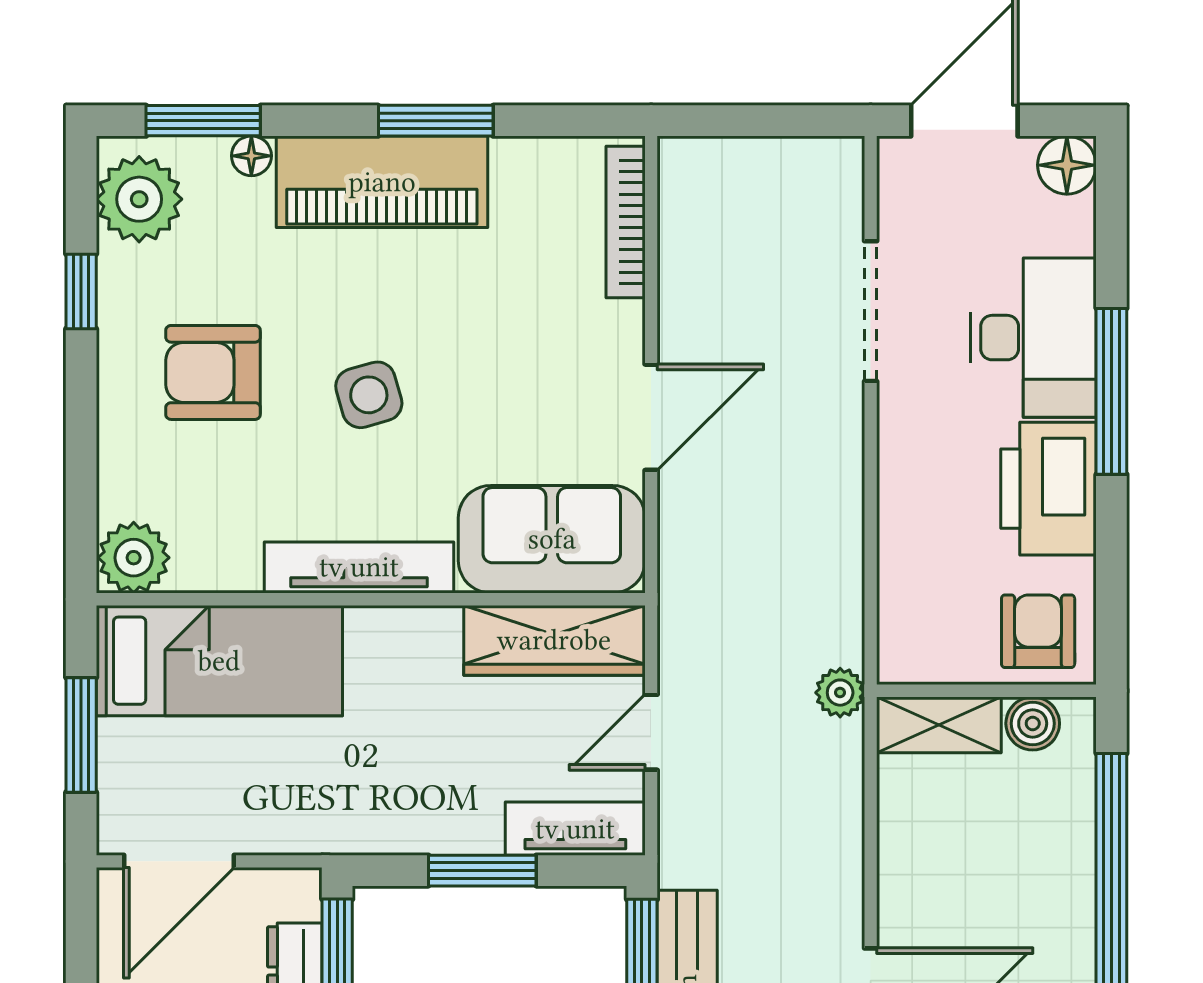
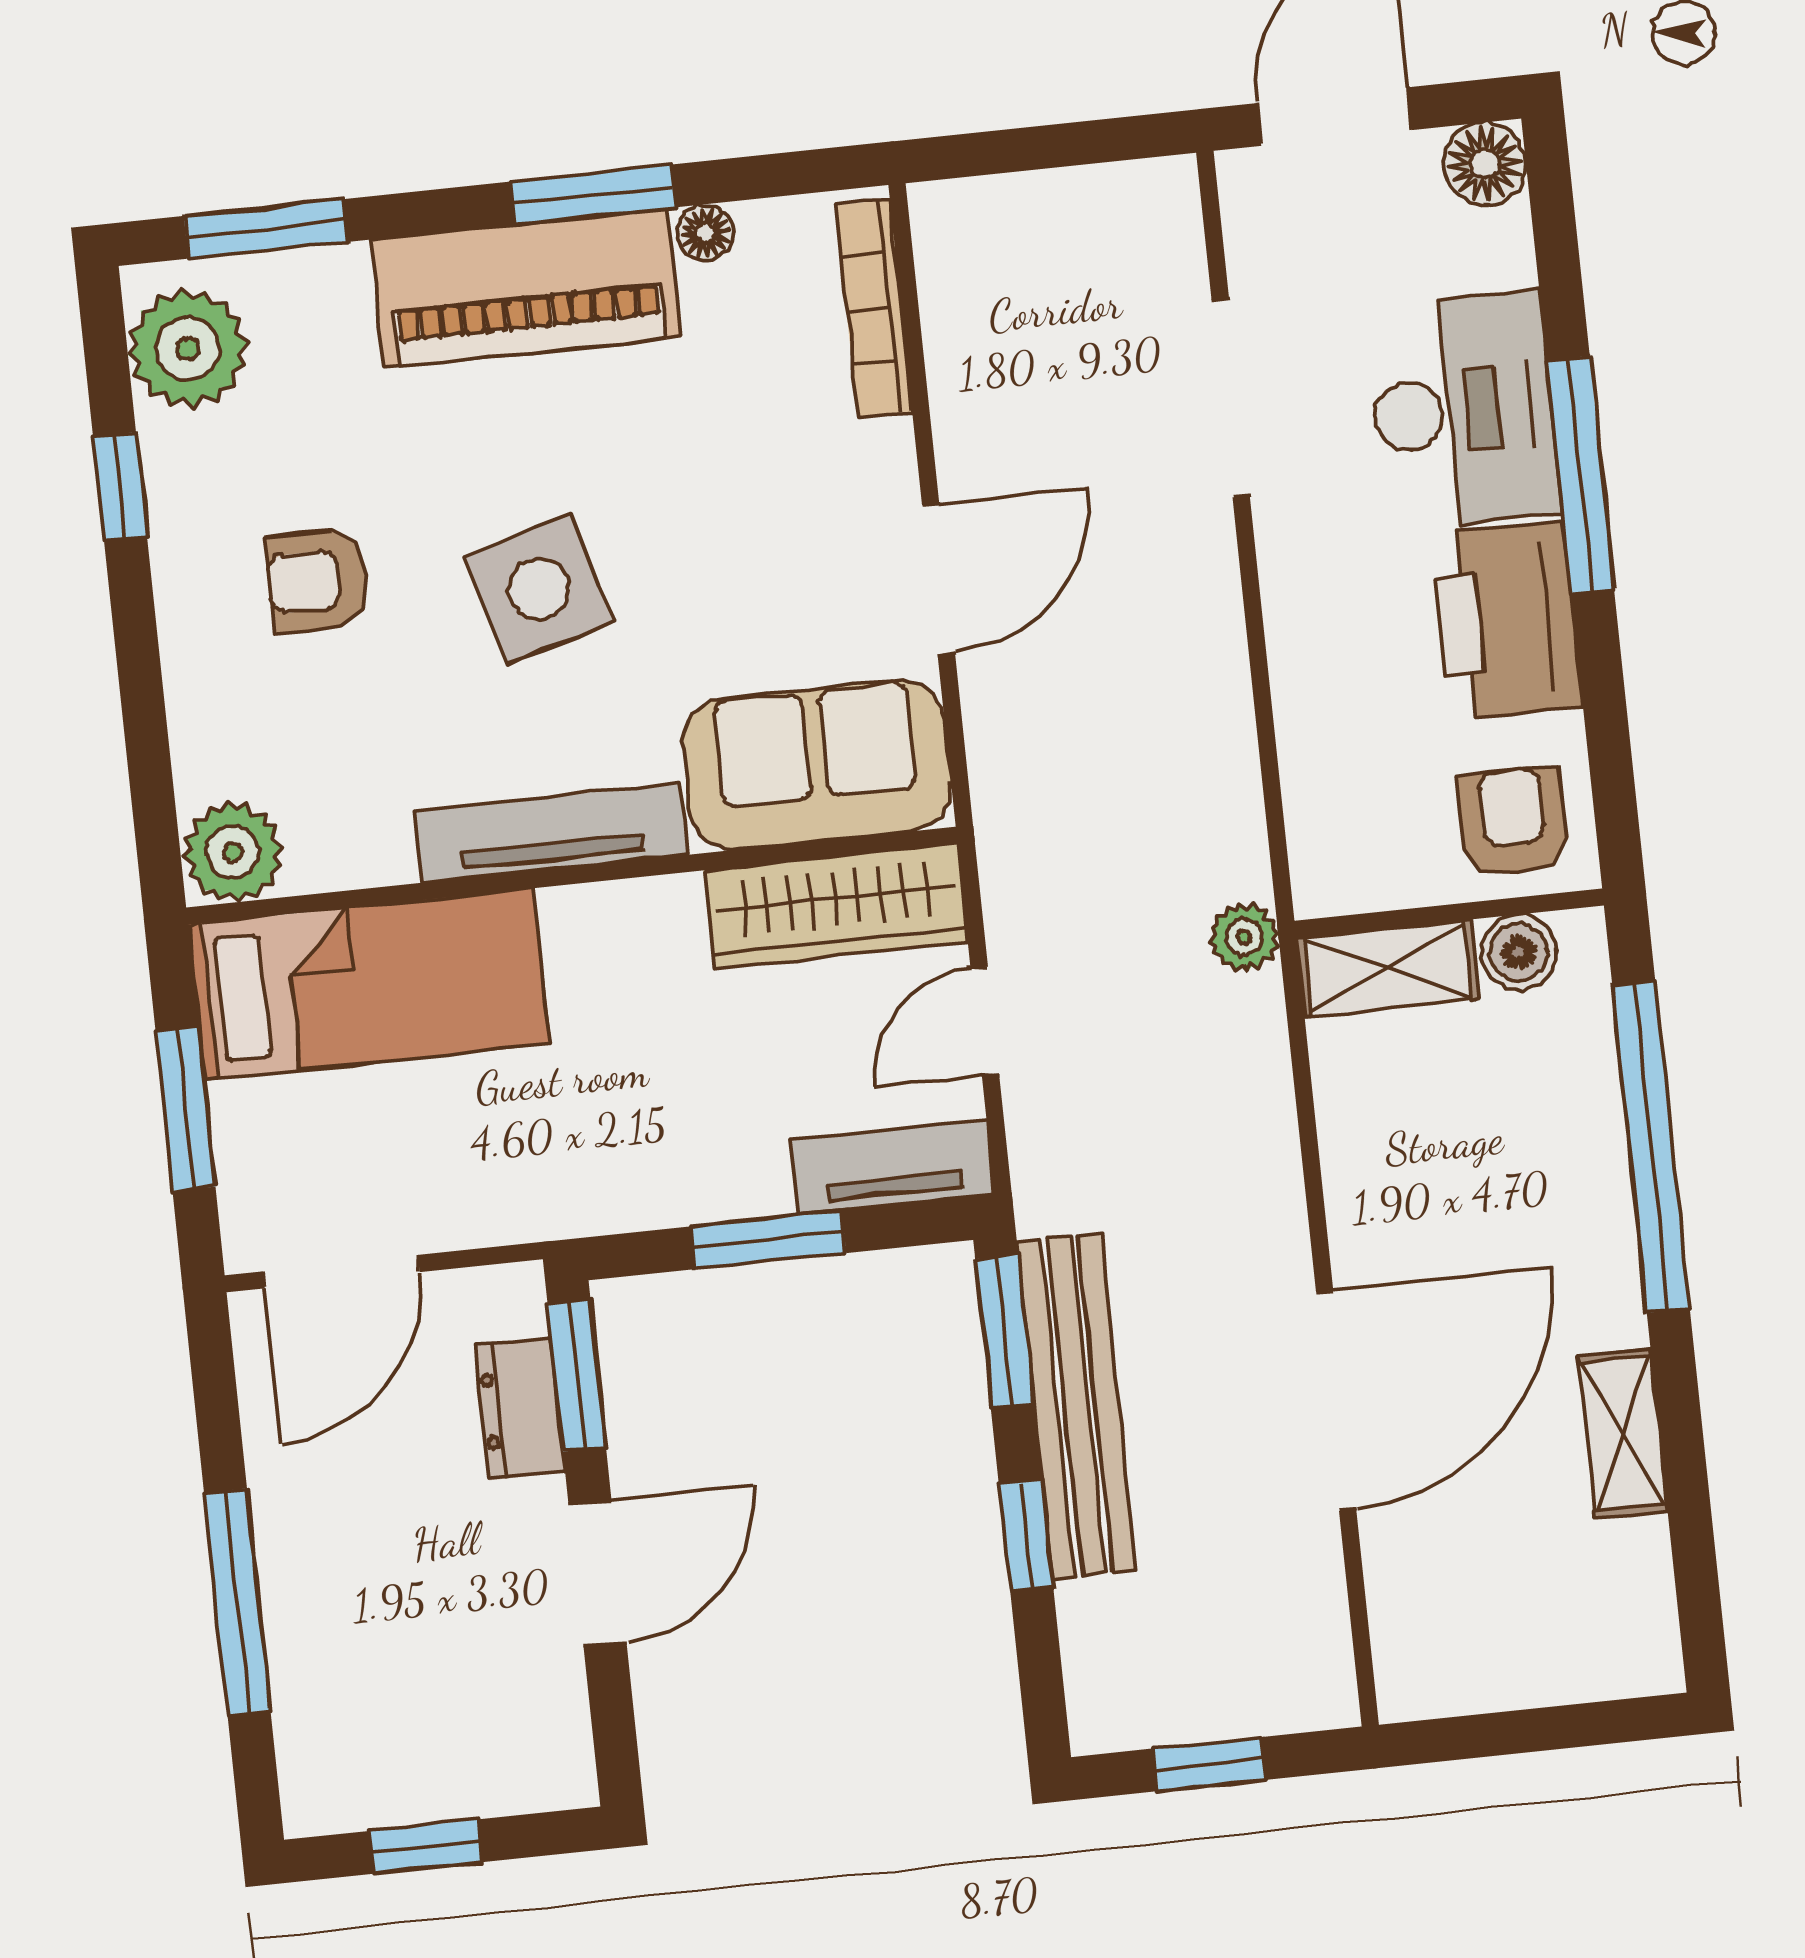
floor lamp: (251, 156) -> (705, 233), moved
armchair: (213, 372) -> (317, 581), width x0.72, depth x0.72
side table: (369, 395) -> (539, 589), width x1.37, depth x1.37

